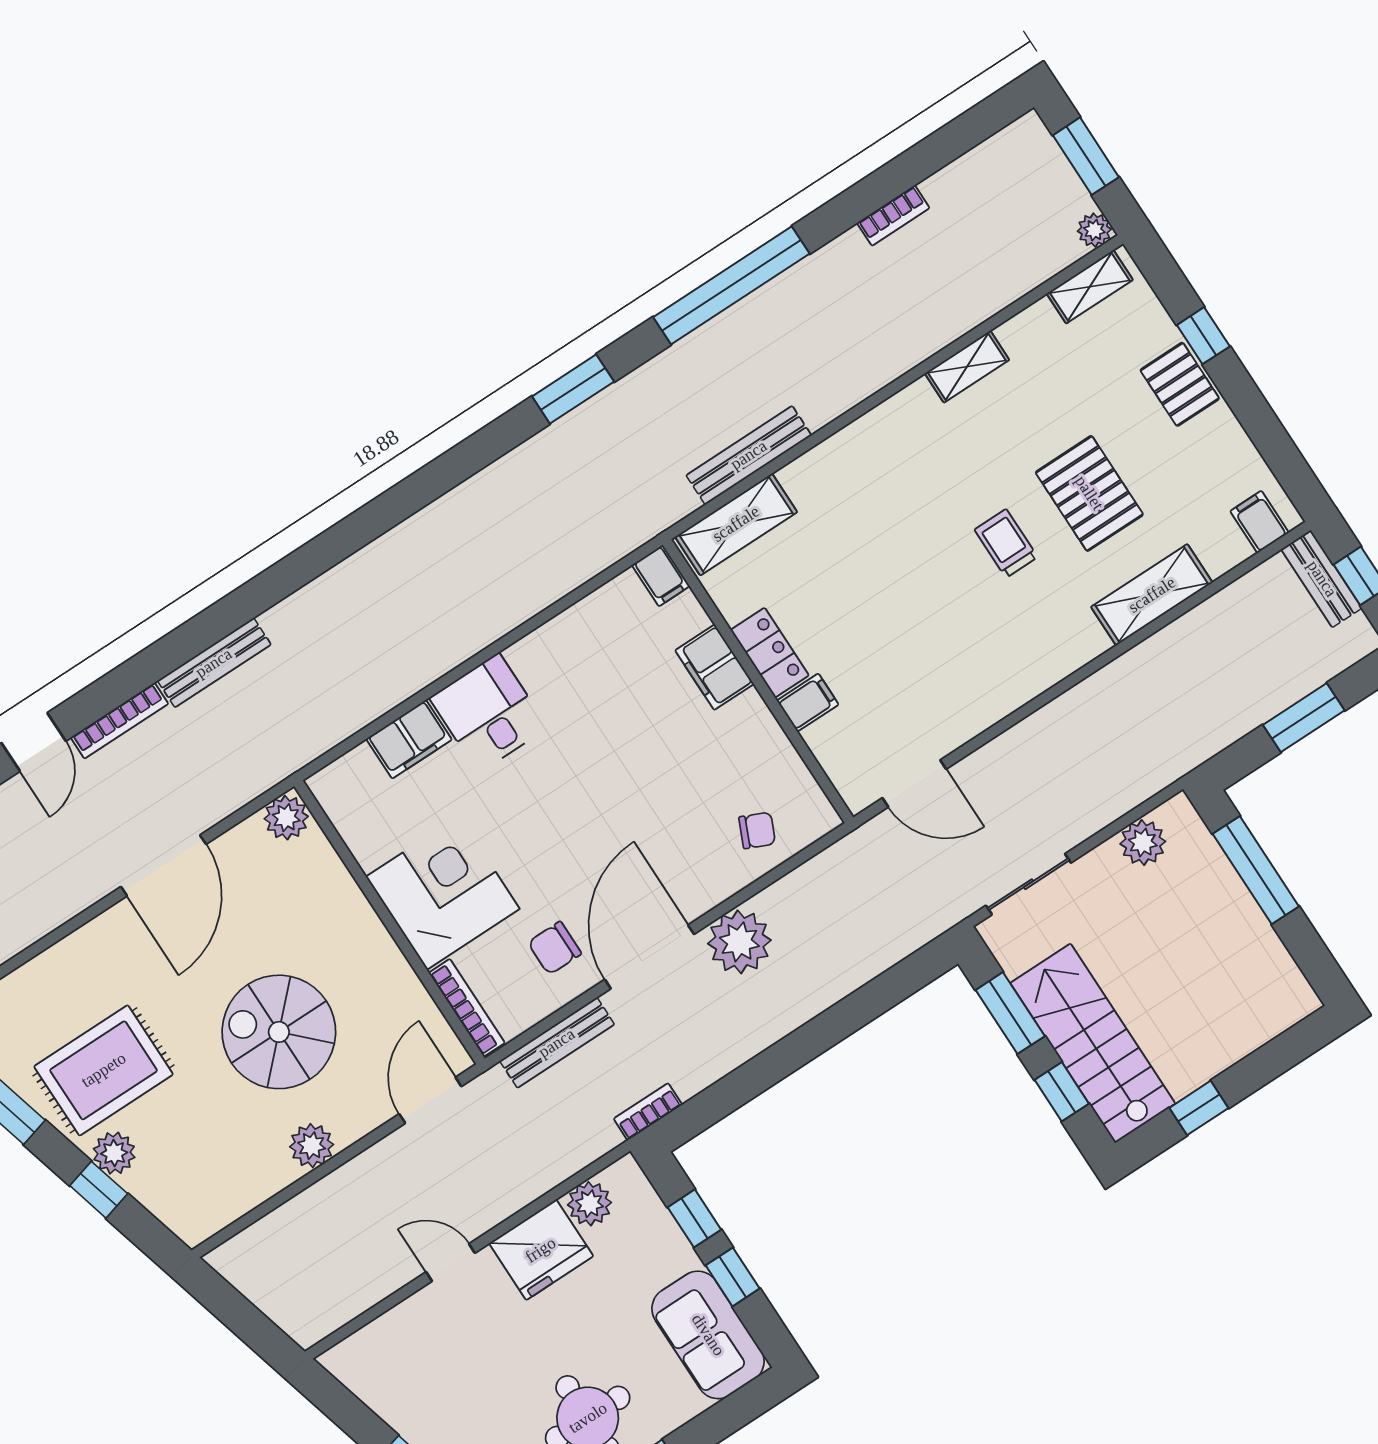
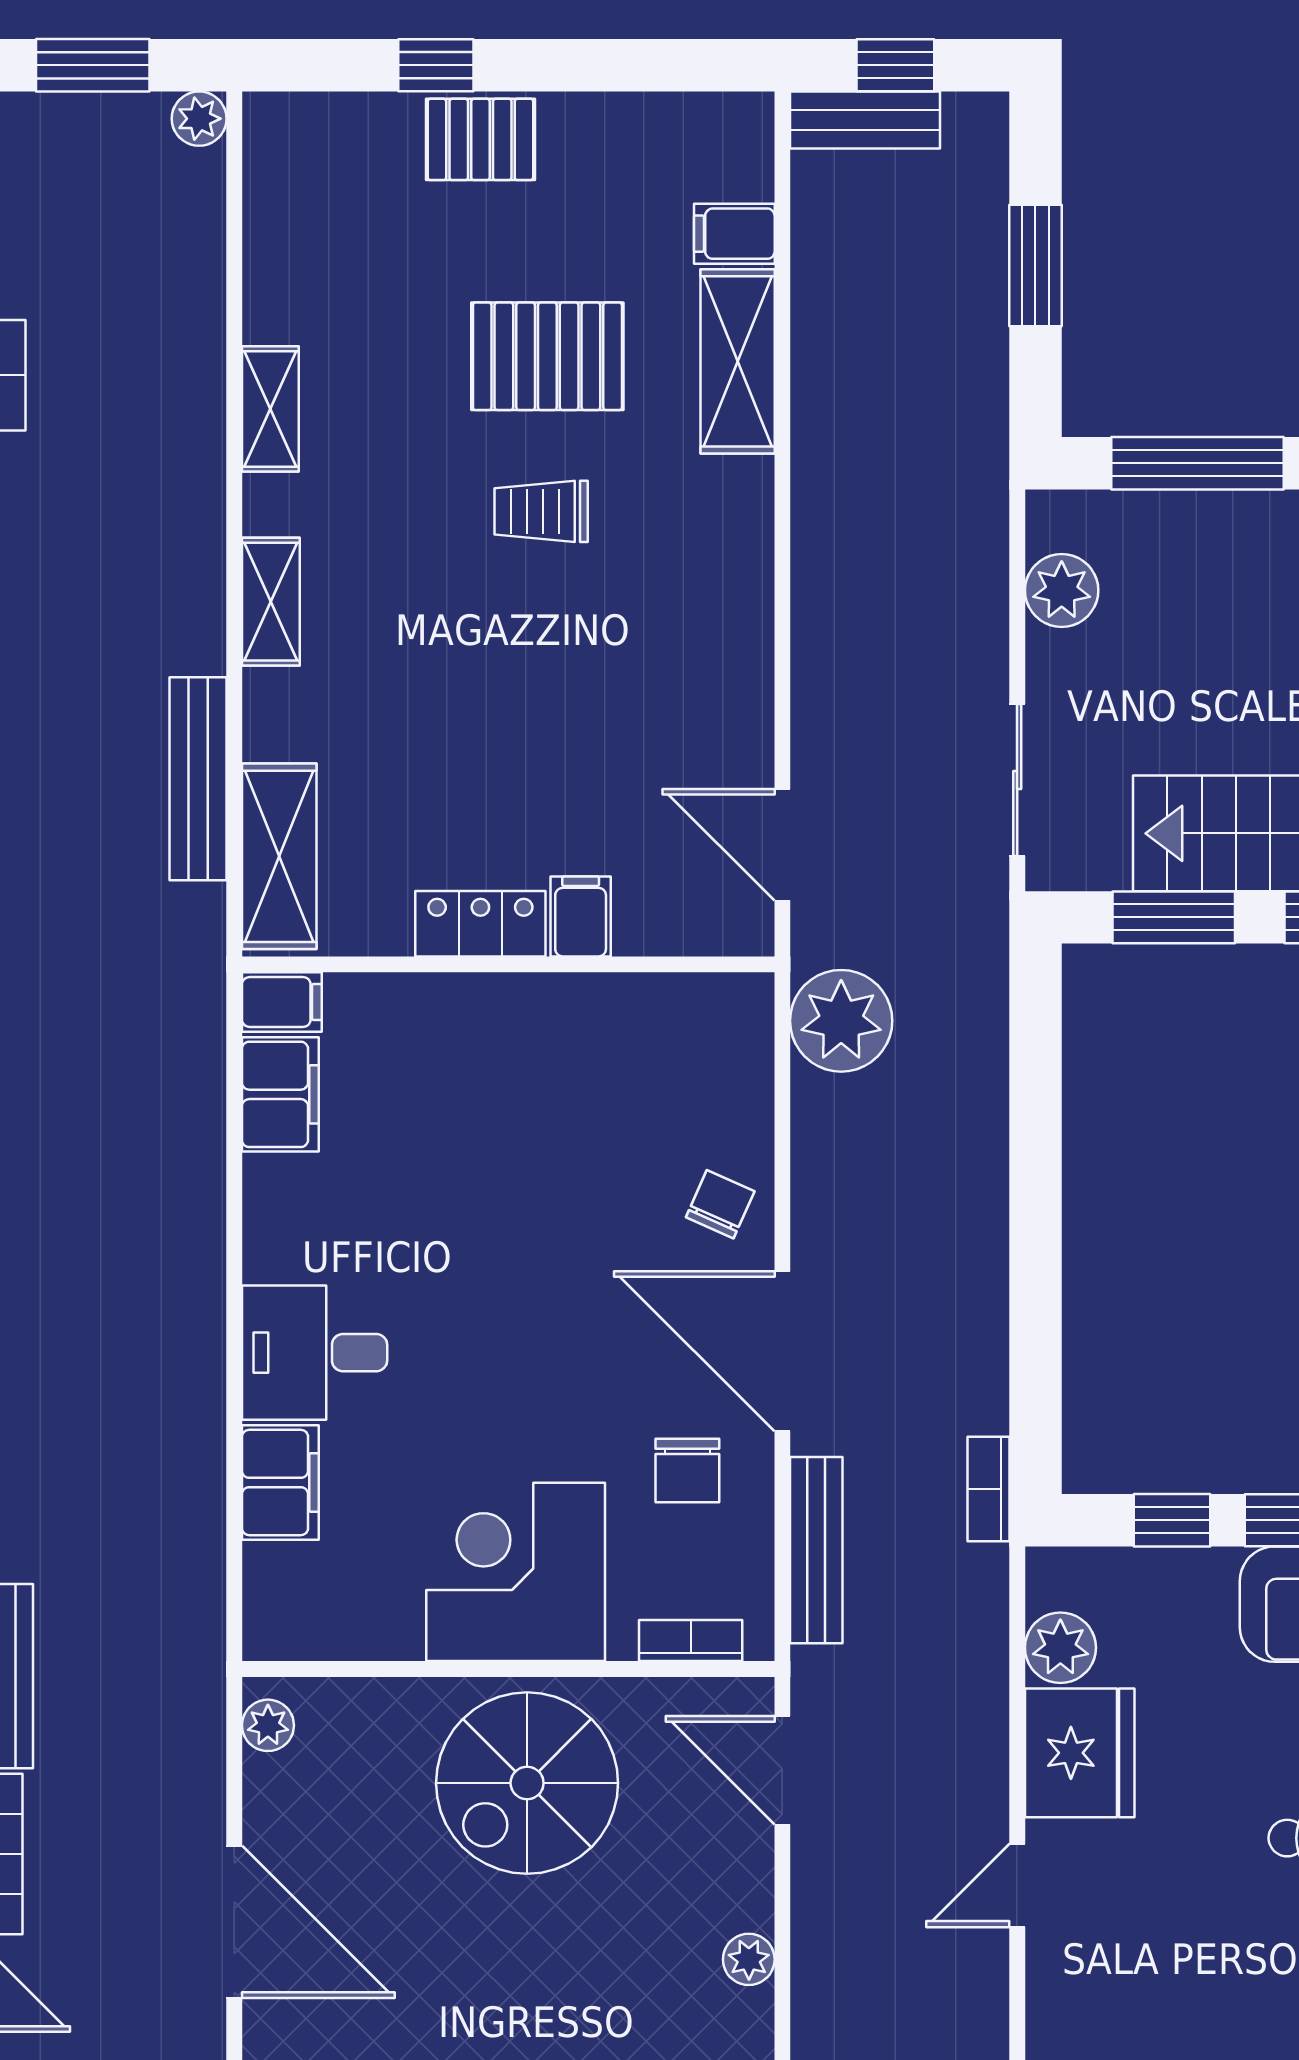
shelving: (1090, 287) -> (271, 602), moved
filing cabinet: (1259, 522) -> (734, 234), moved
filing cabinet: (714, 667) -> (280, 1094), moved, turned -90
door: (914, 784) -> (782, 845), swing flipped
plant: (286, 818) -> (268, 1725), width x0.73, depth x0.73
chair: (757, 830) -> (720, 1204), moved
plant: (739, 942) -> (841, 1021), moved
bookcase: (467, 1008) -> (691, 1641), width x0.64
spiral stairs: (279, 1032) -> (527, 1783), moved
plant: (312, 1146) -> (749, 1959), width x0.73, depth x0.73

